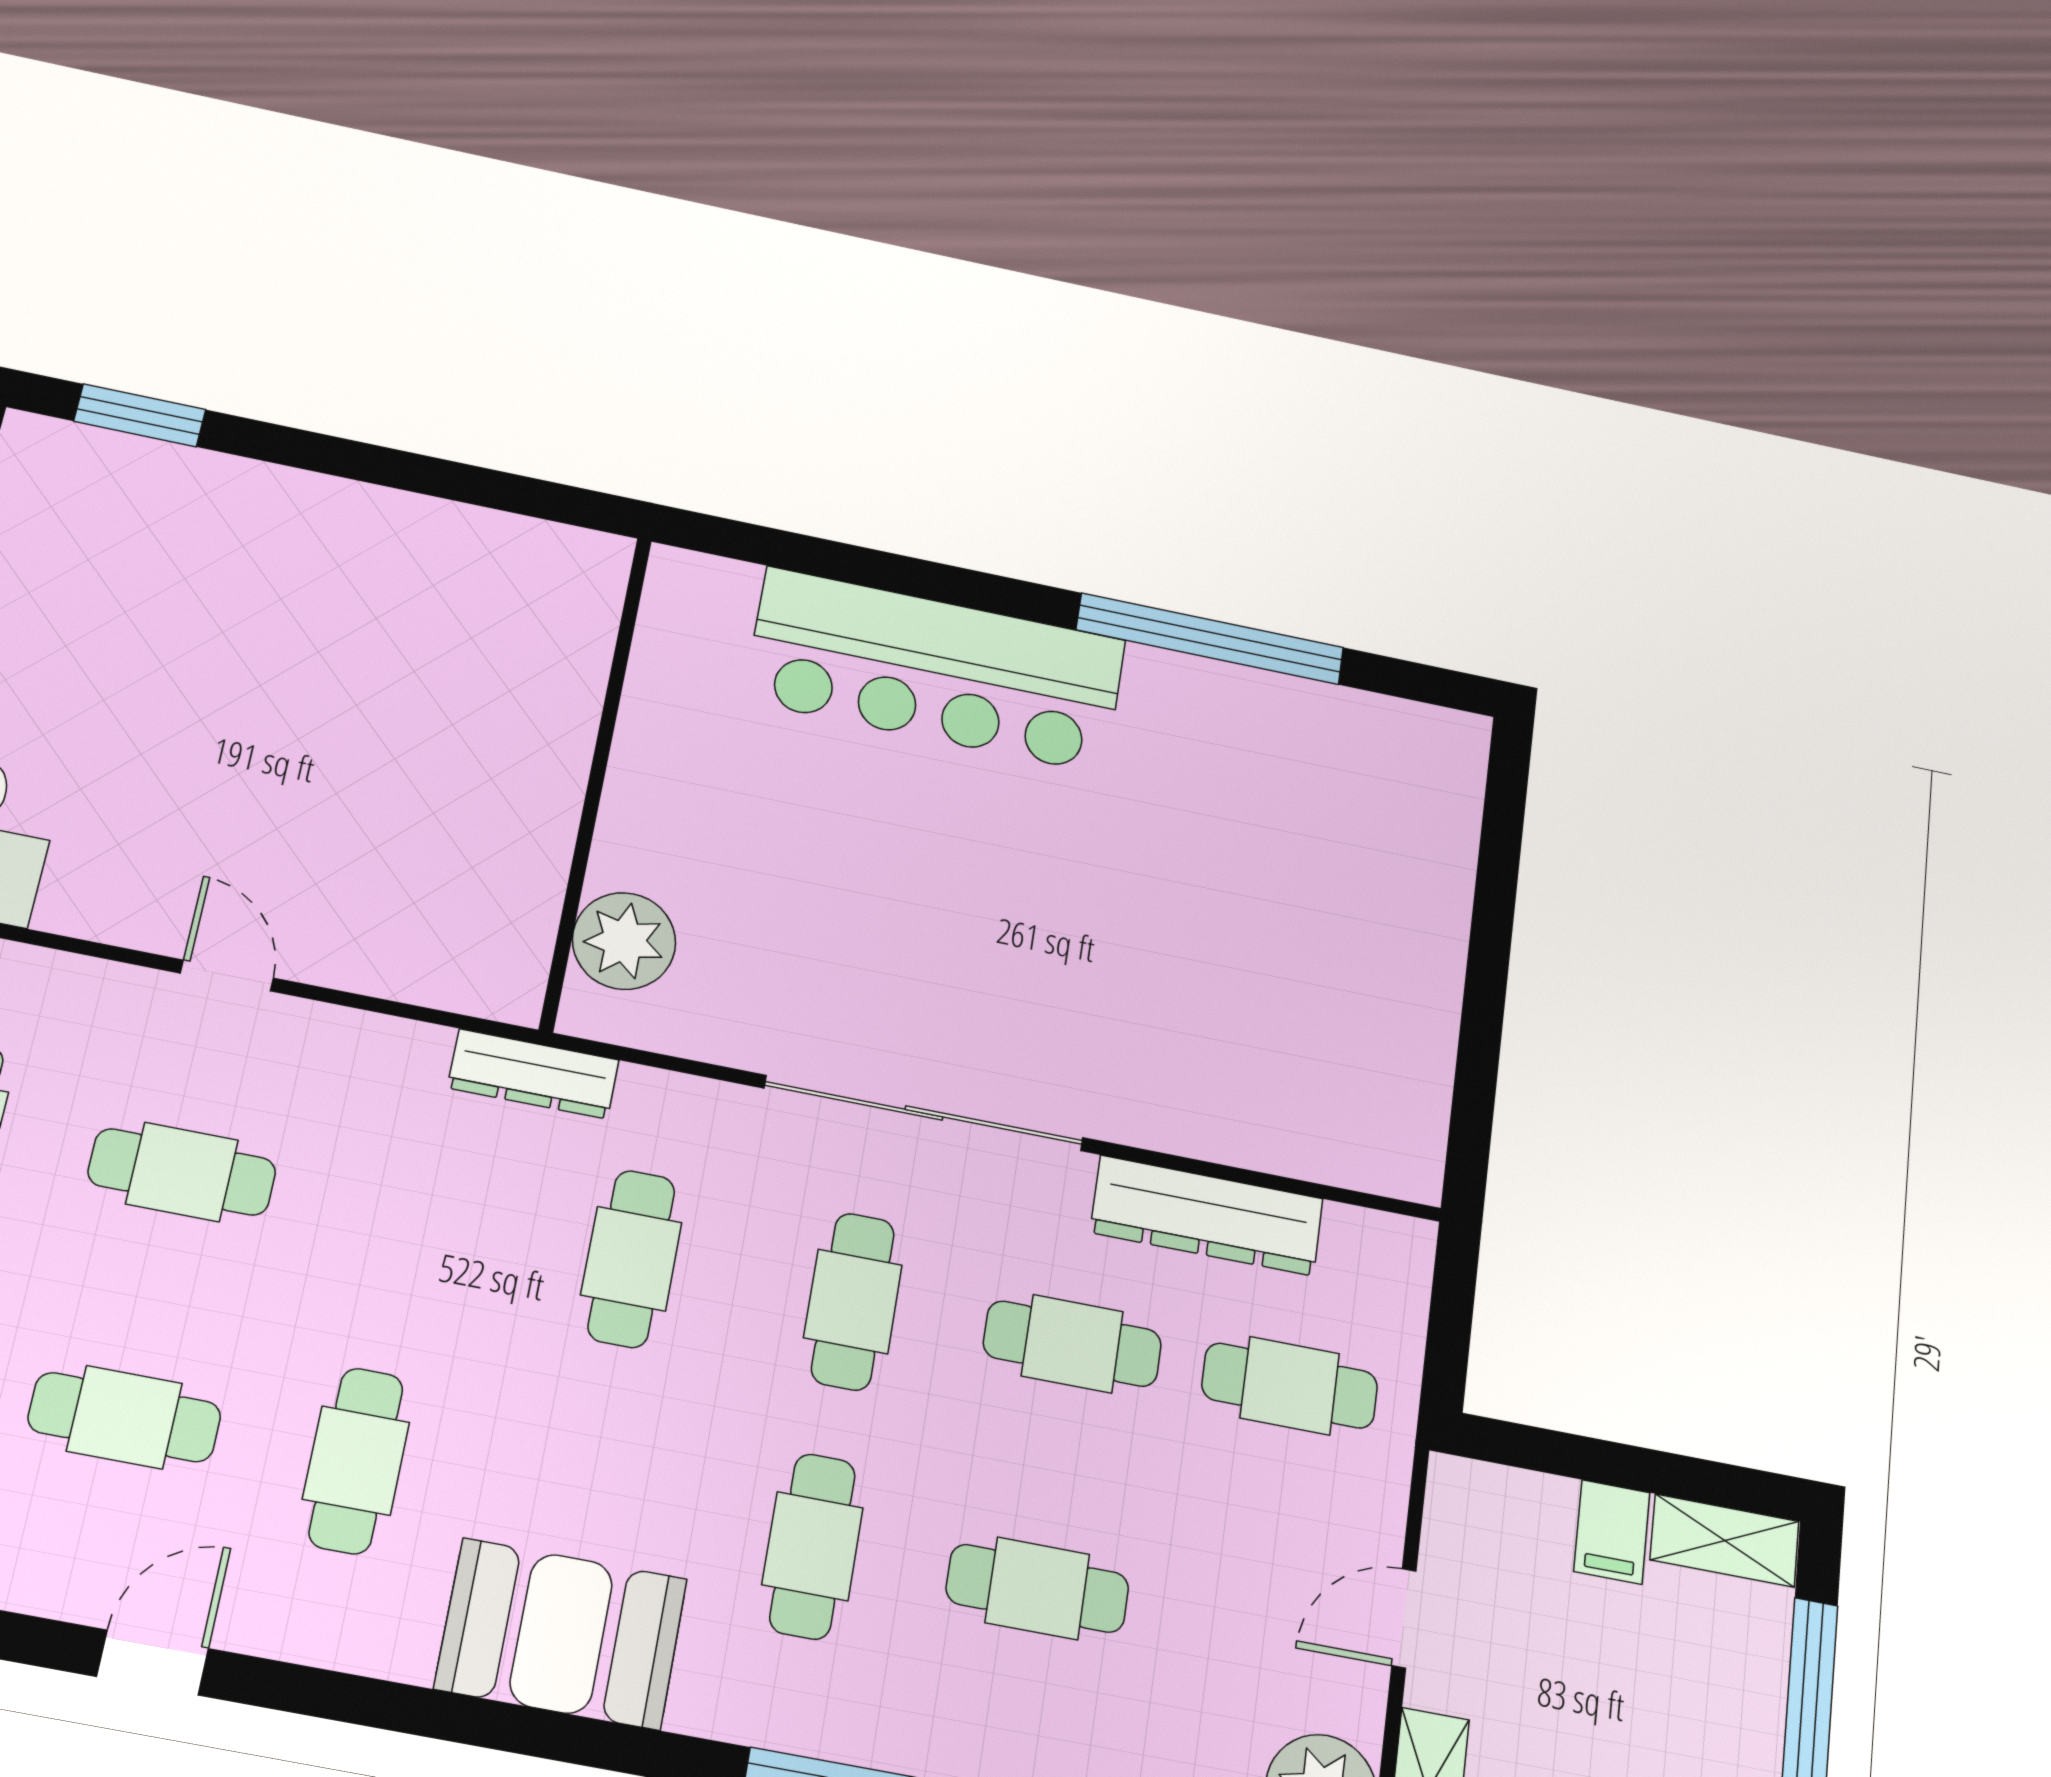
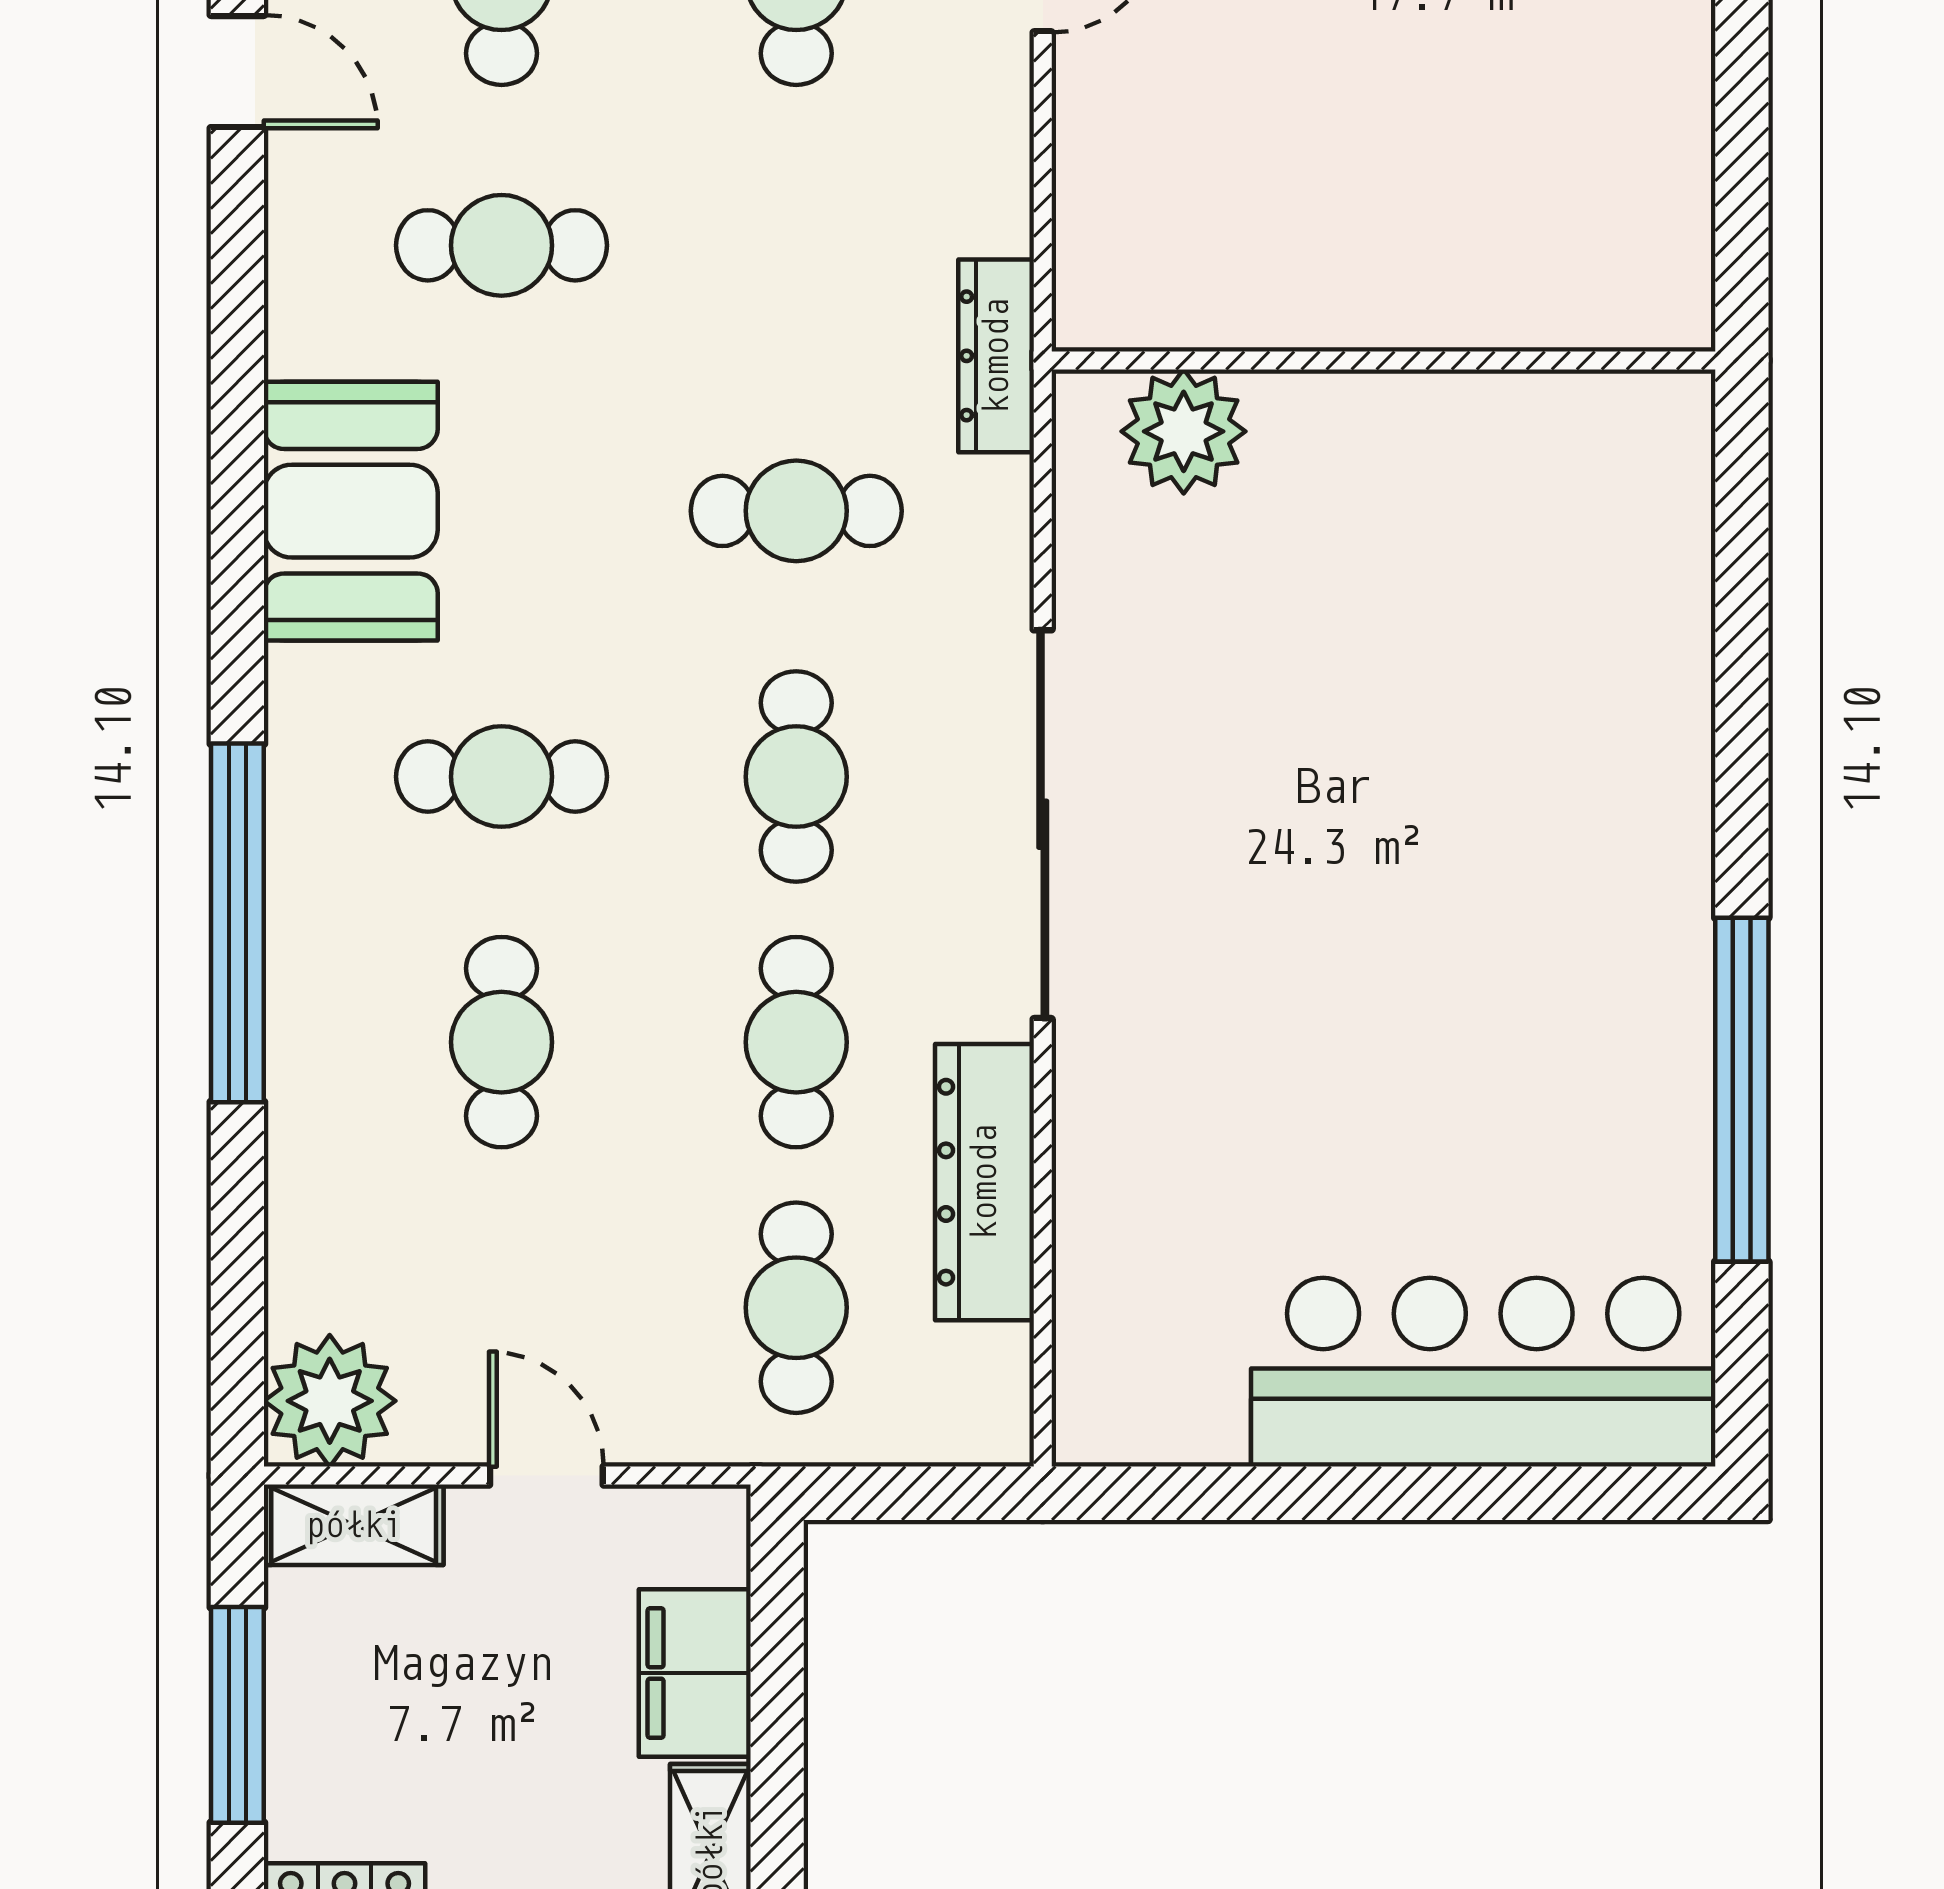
bar counter: (936, 670) -> (1483, 1372), moved, turned 90
cafe table: (853, 1301) -> (796, 777), turned 90
filing cabinet: (1612, 1532) -> (695, 1673), width x2.00

